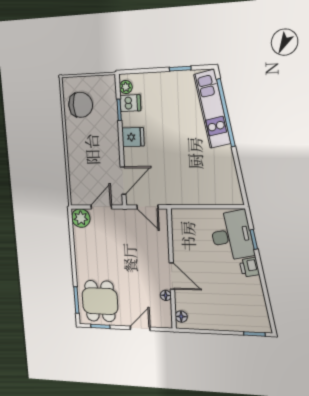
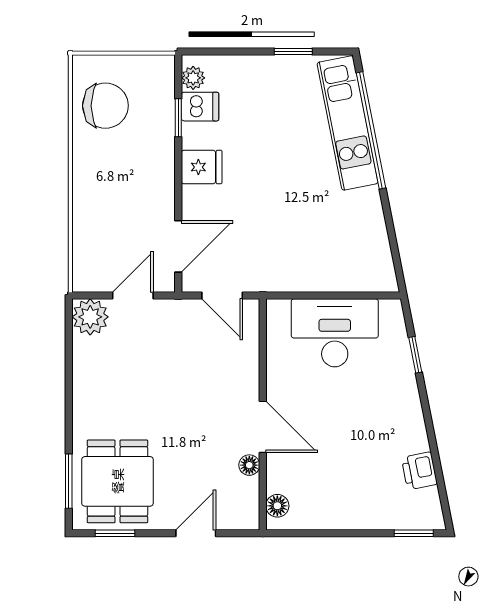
desk: (232, 236) -> (335, 333), moved, turned -79
printer: (249, 267) -> (419, 471), moved

